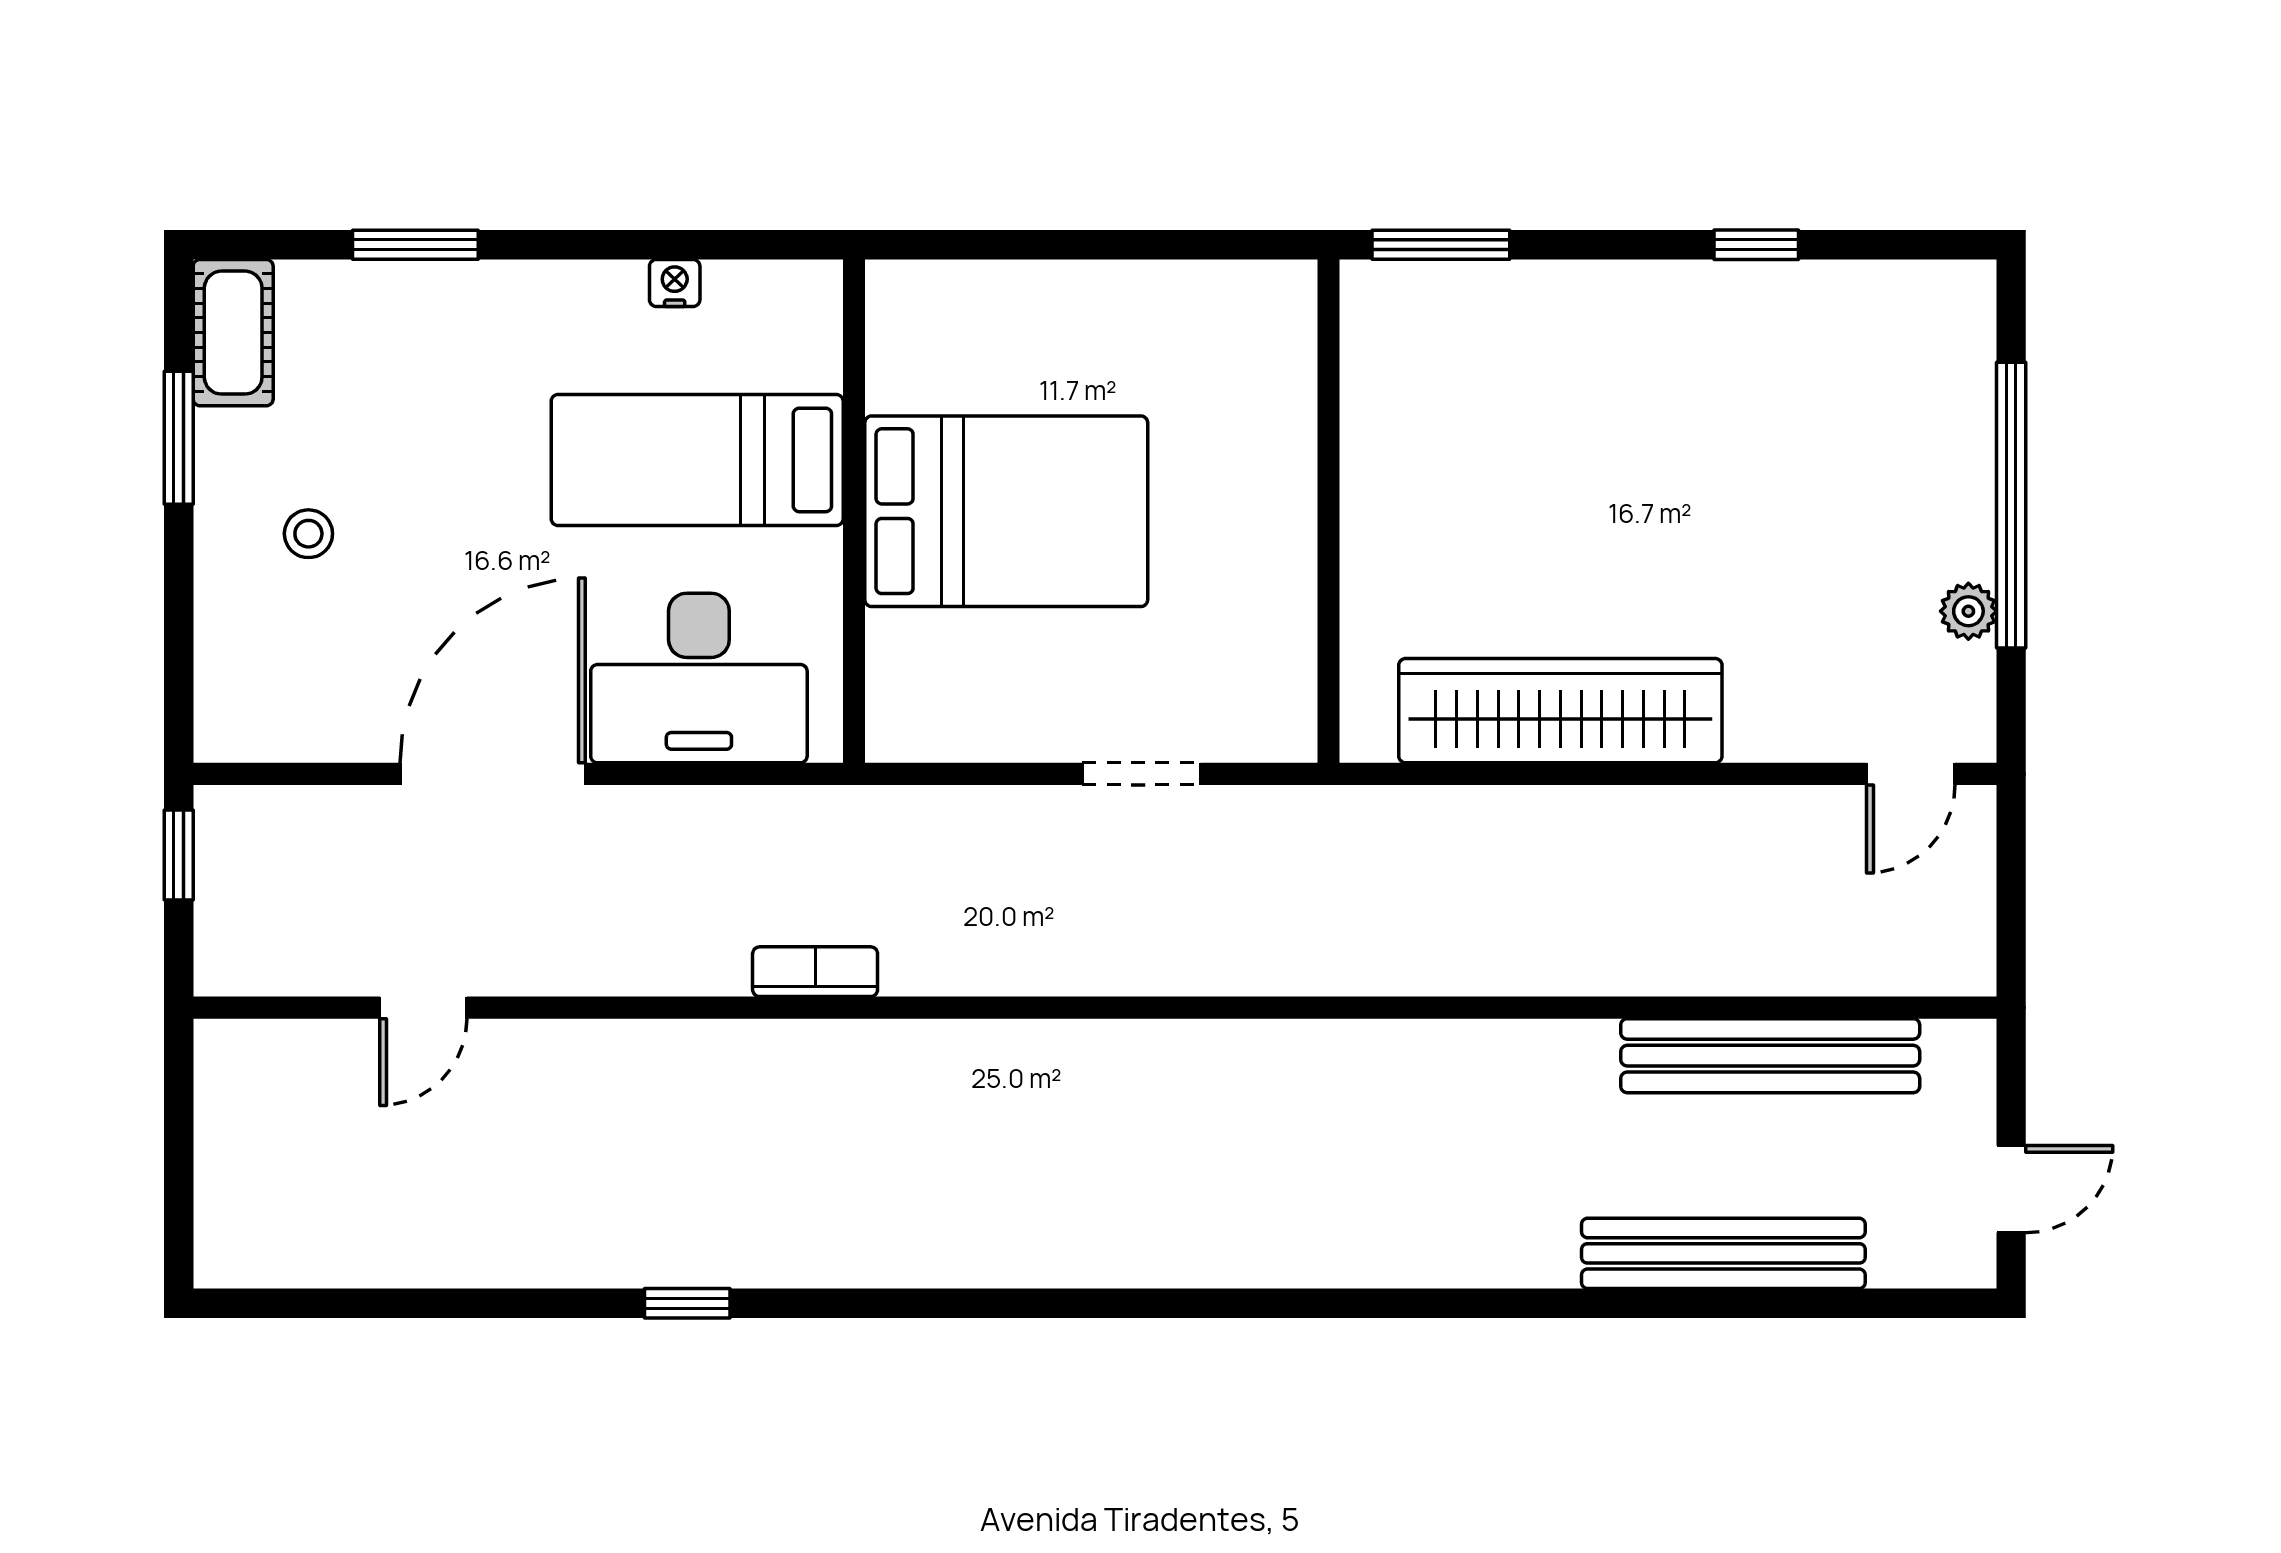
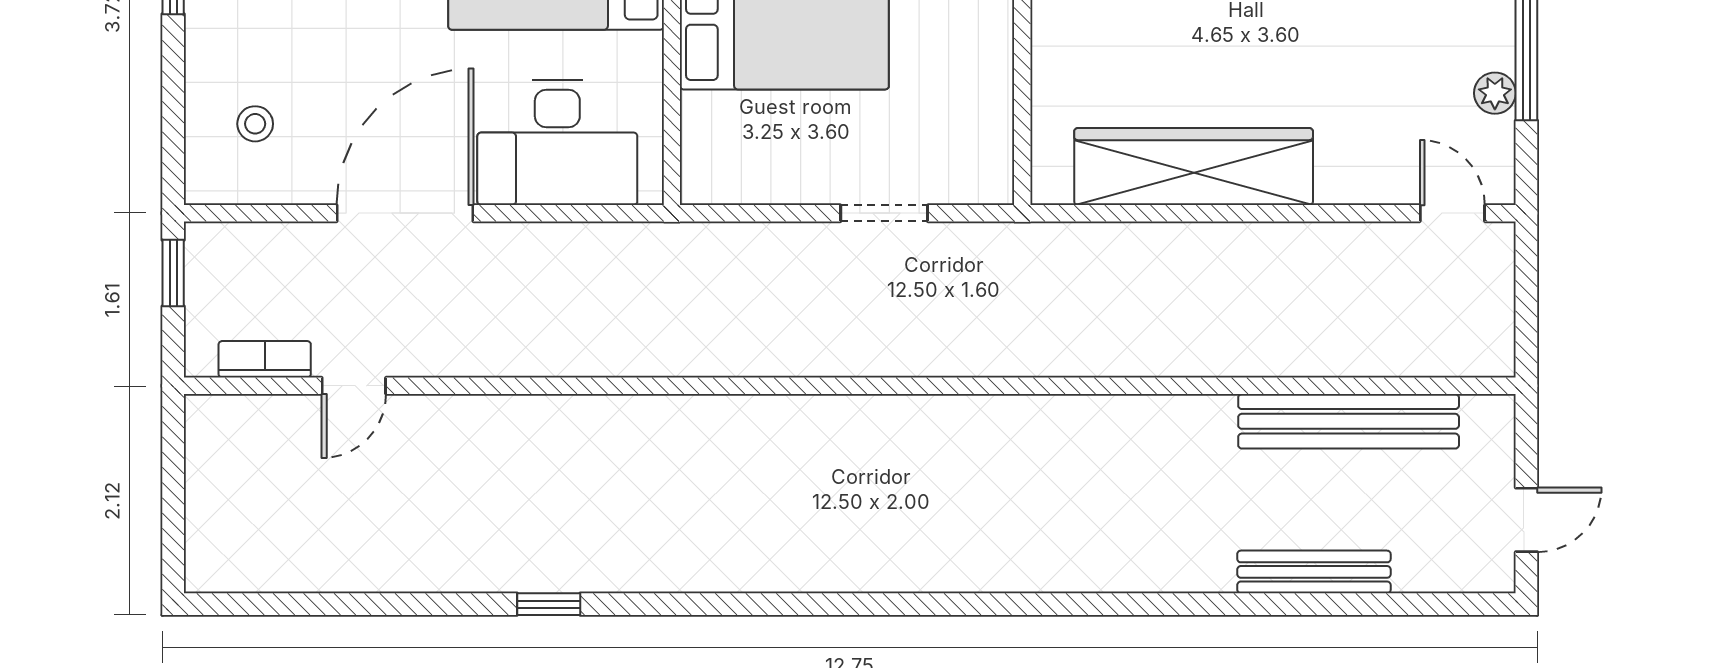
stool: (308, 534) -> (255, 124), moved
door: (1911, 774) -> (1452, 213), swing flipped
bookcase: (815, 972) -> (265, 359), moved
bench: (1723, 1253) -> (1314, 572), width x0.73, depth x0.82

